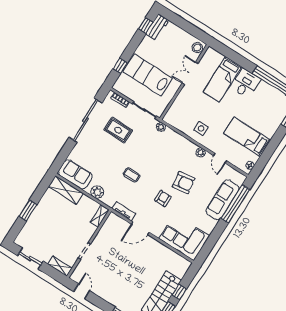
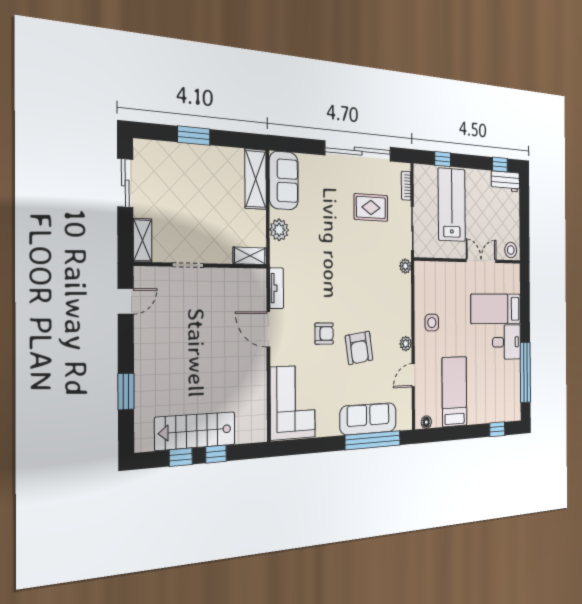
rug: (118, 130) -> (371, 207), turned 90
coffee table: (132, 175) -> (328, 266), removed

